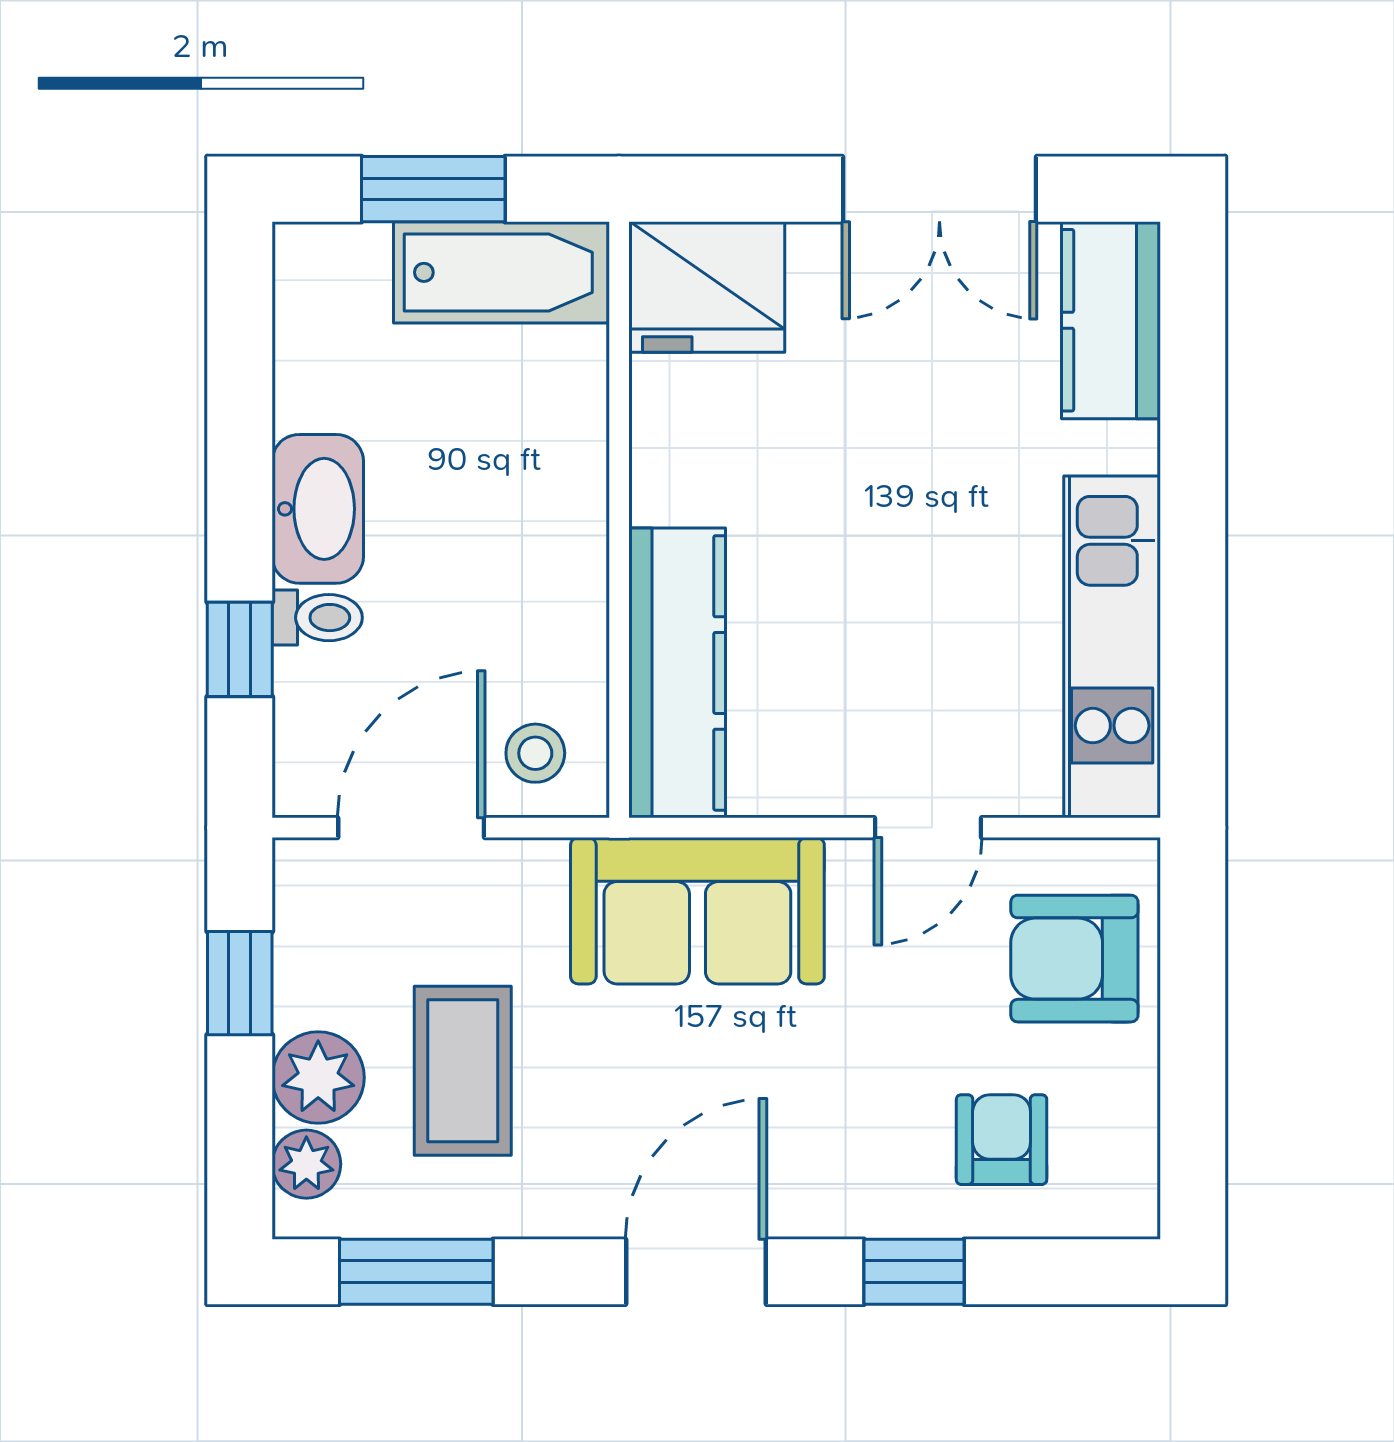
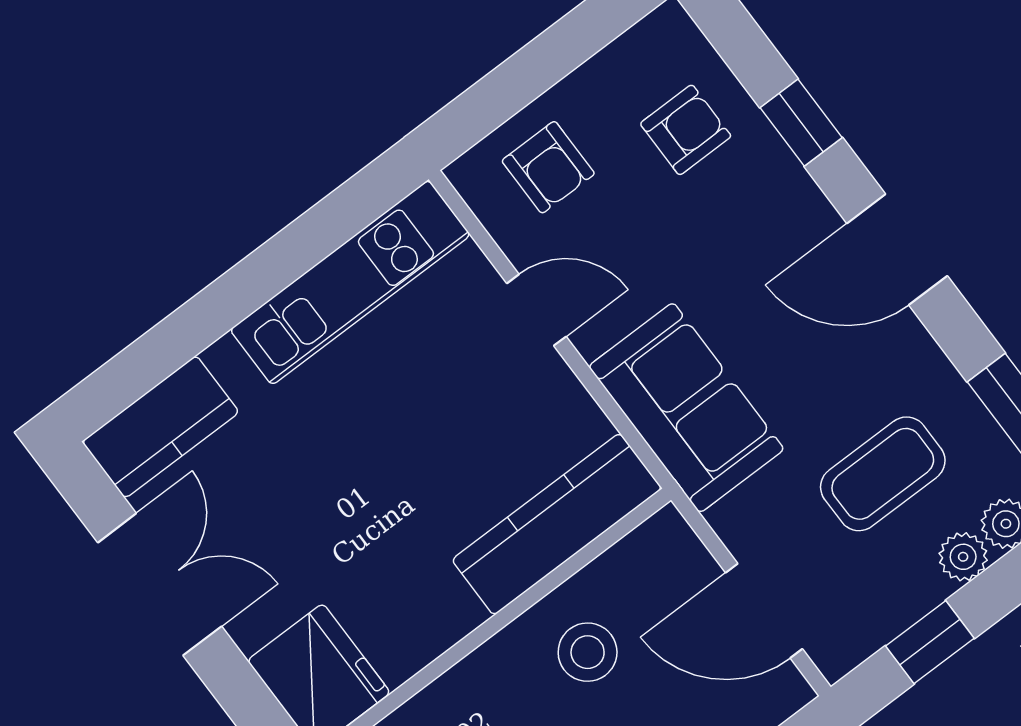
stool: (535, 753) -> (588, 652), moved, width x1.37, depth x1.37
armchair: (1074, 959) -> (548, 167), width x0.72, depth x0.72
plant: (318, 1077) -> (963, 557), width x0.73, depth x0.73
armchair: (1002, 1140) -> (686, 130), turned 180

